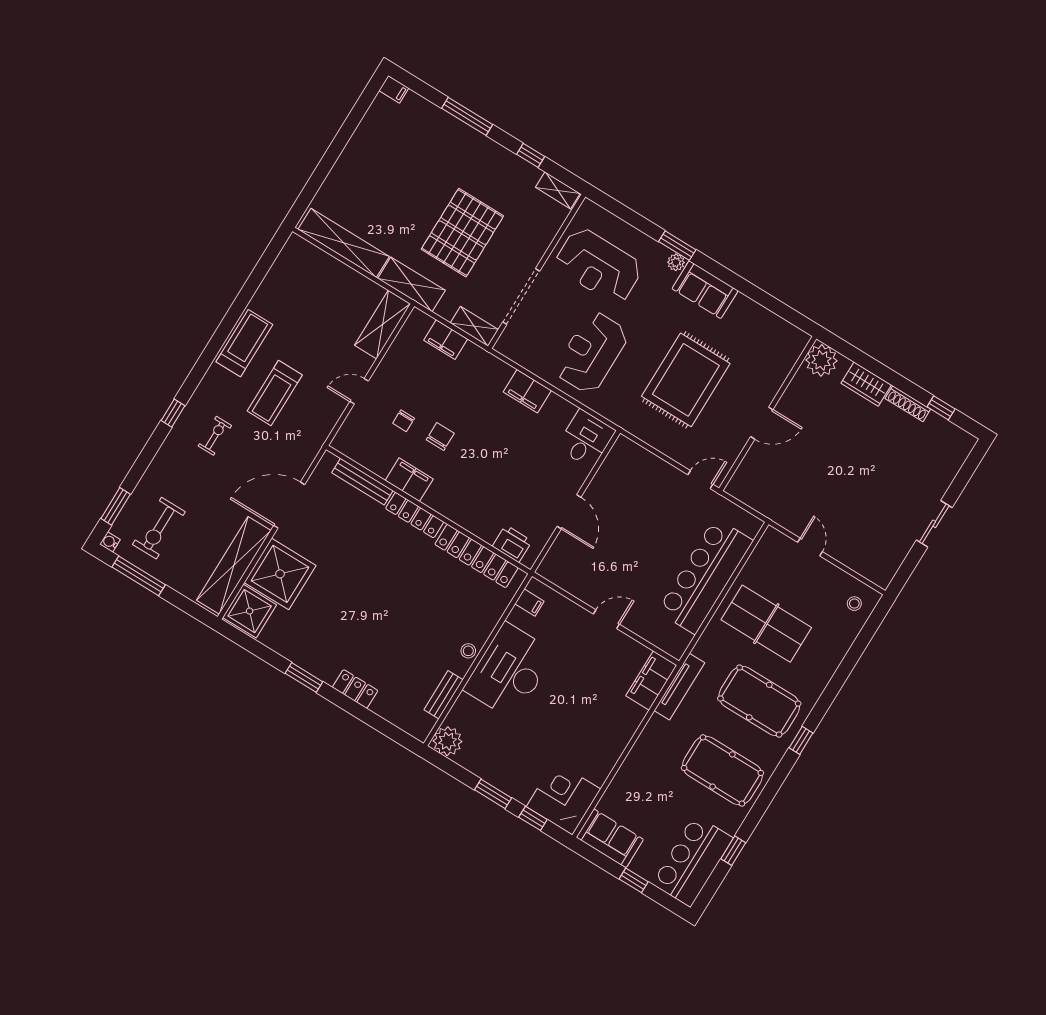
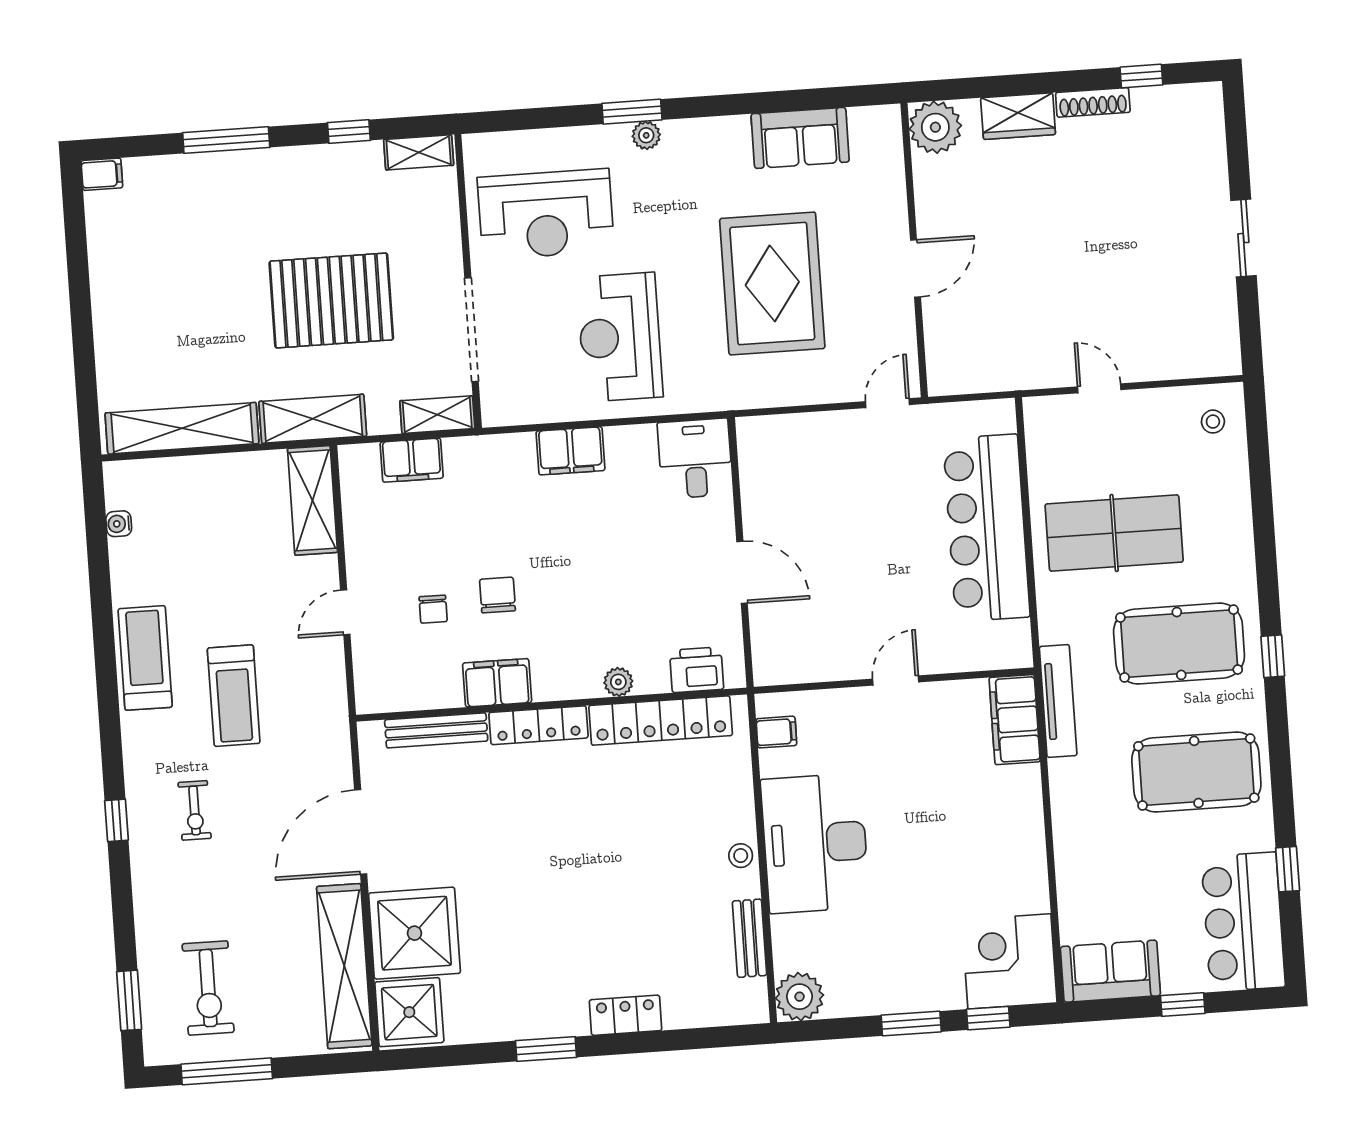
pallet: (462, 233) -> (331, 301), turned 90
sofa: (705, 290) -> (800, 138), moved
exercise bike: (215, 436) -> (195, 810), turned 180
plant: (469, 522) -> (618, 682), added
water cooler: (110, 542) -> (119, 524), moved

